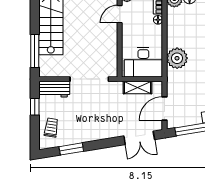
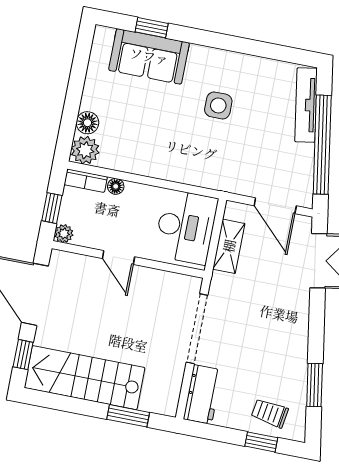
door: (120, 14) -> (119, 258), moved
window: (35, 51) -> (128, 416), width x0.69
plant: (177, 58) -> (191, 166), removed
window: (35, 107) -> (261, 442), moved

